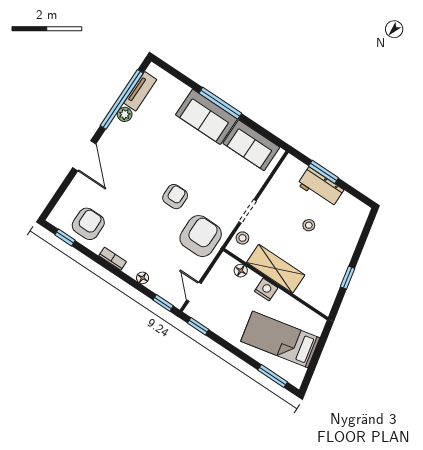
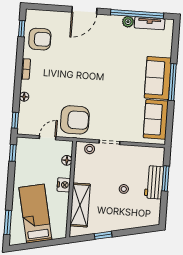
armchair: (175, 197) -> (92, 87), removed
shelving: (276, 269) -> (80, 205), moved
door: (194, 292) -> (48, 138), moved

